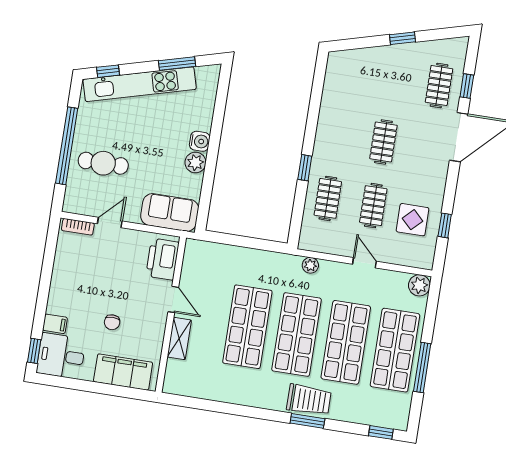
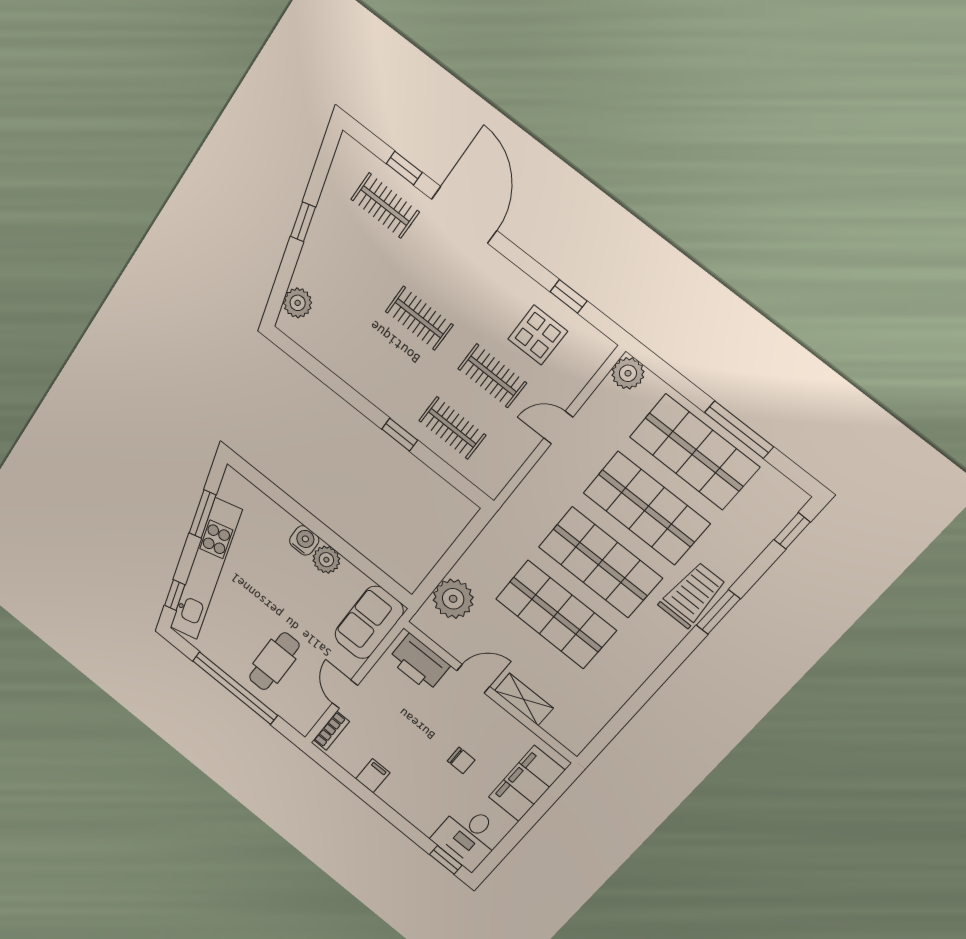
plant: (351, 60) -> (298, 303), added
plant: (310, 265) -> (453, 599), moved, width x1.88, depth x1.88
filing cabinet: (55, 324) -> (373, 776), moved

